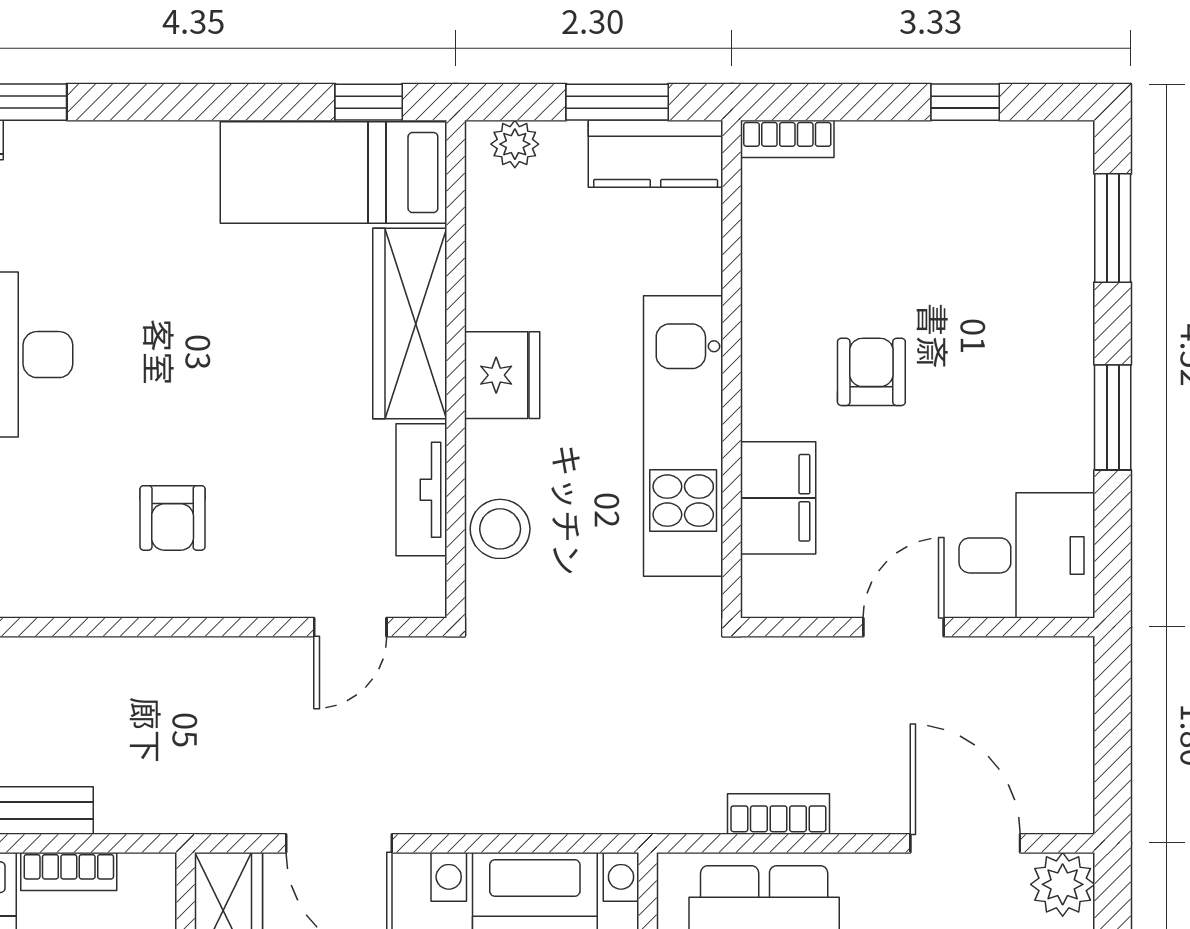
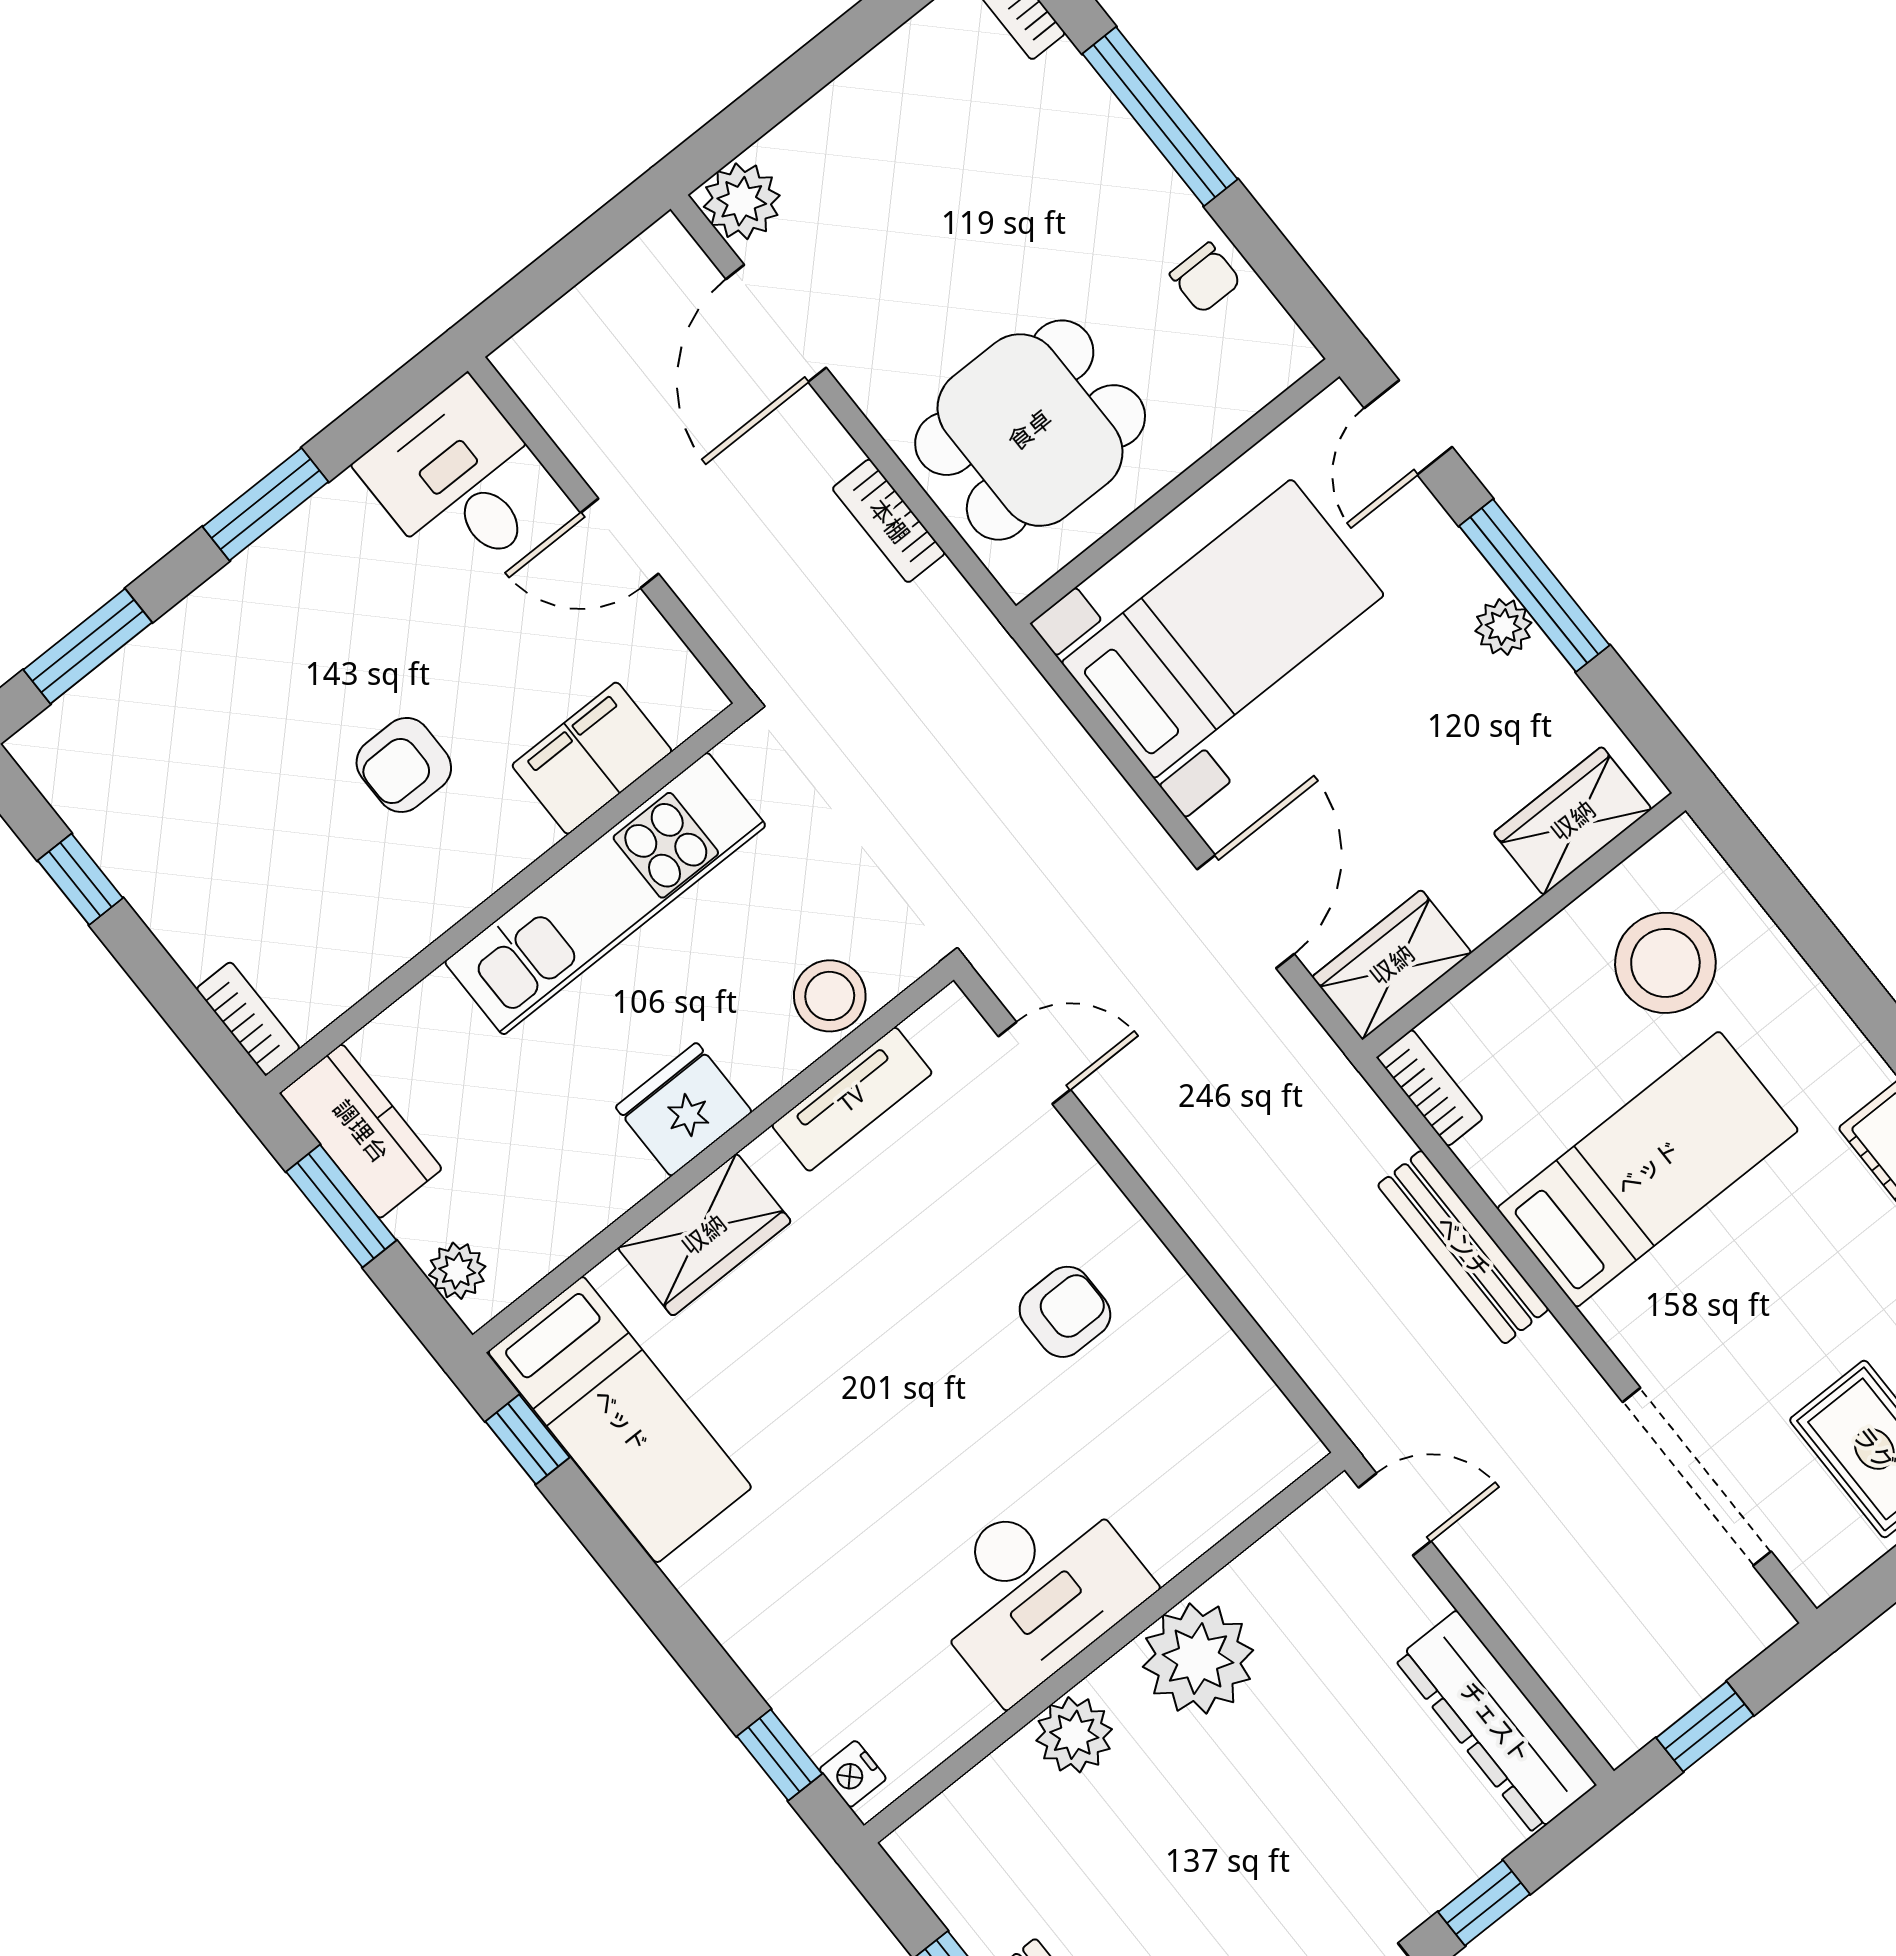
wardrobe: (410, 324) -> (704, 1235), width x0.67
bookcase: (69, 871) -> (1430, 1088), moved

